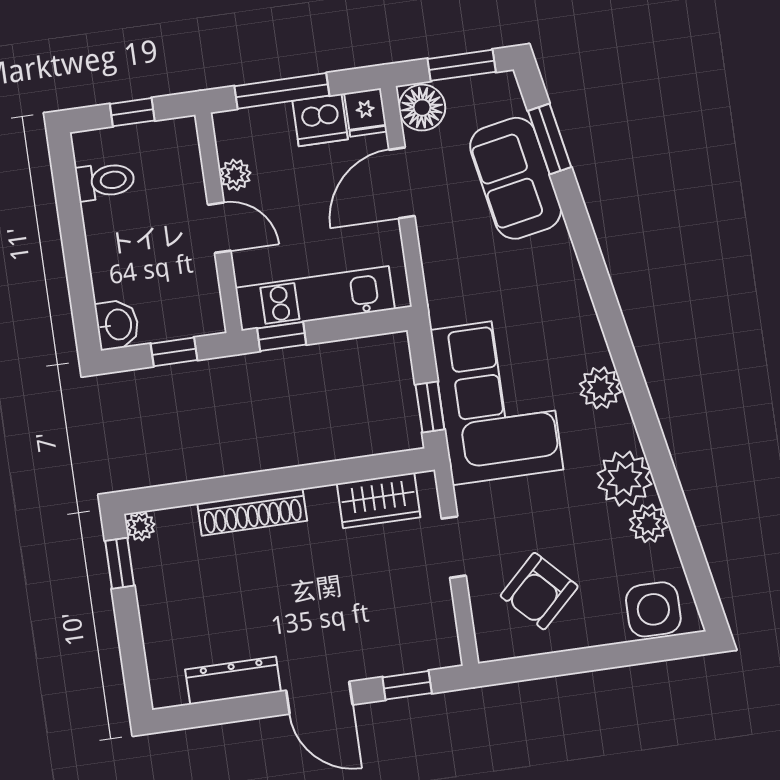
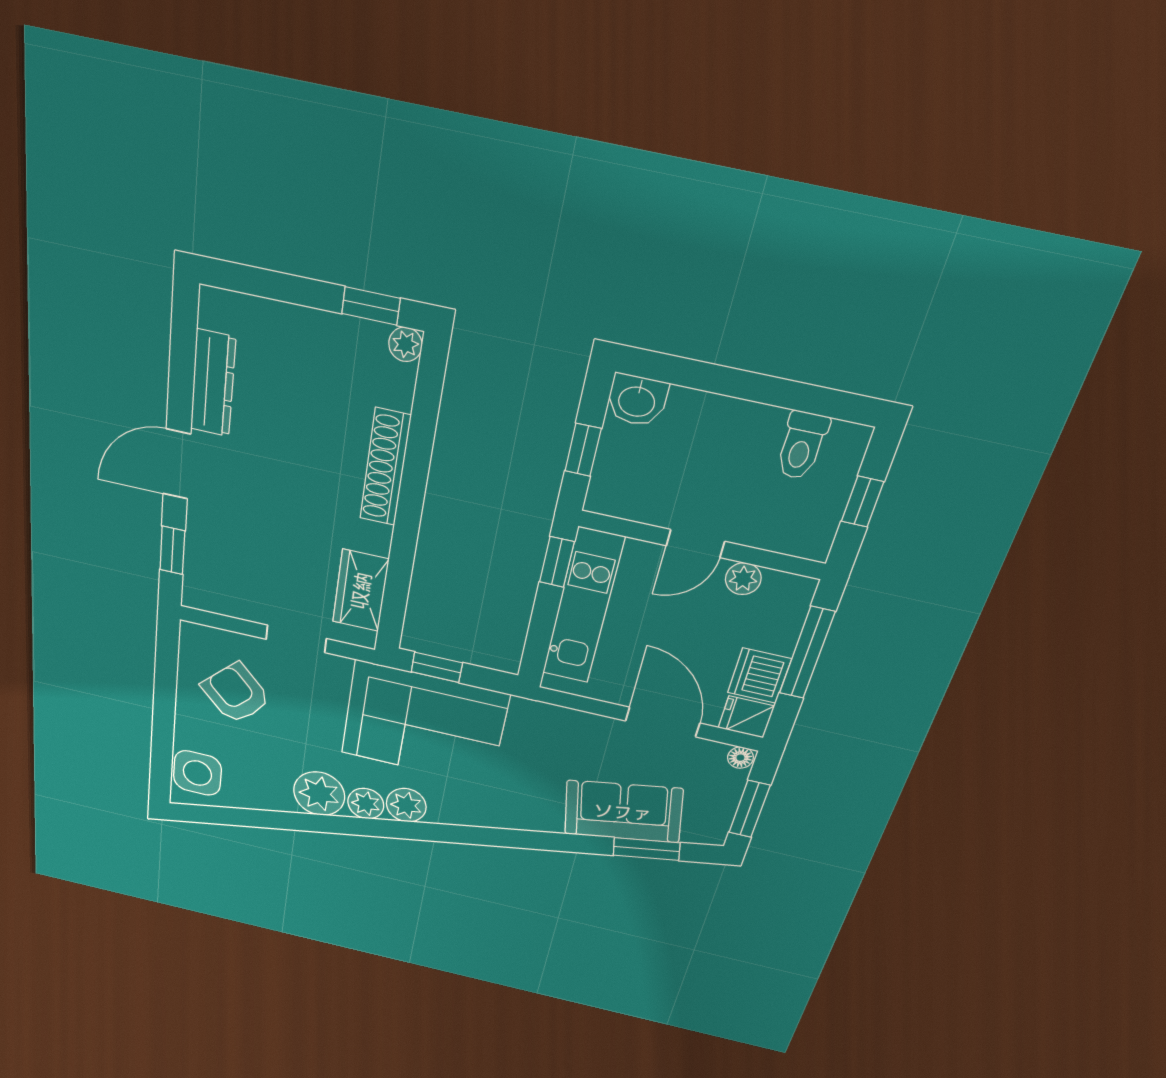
floor lamp: (422, 108) -> (740, 758), width x0.53, depth x0.53
plant: (649, 523) -> (366, 804), moved

